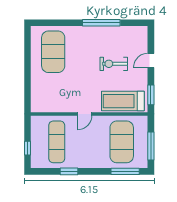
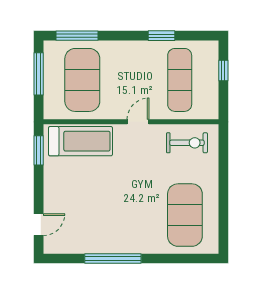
door: (151, 61) -> (39, 225), moved
exercise bike: (114, 64) -> (187, 143), moved

